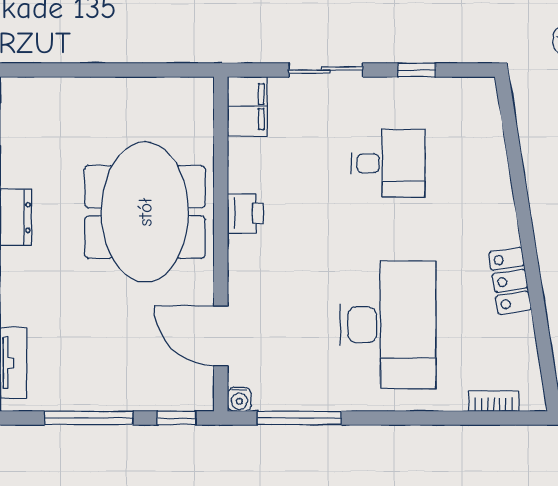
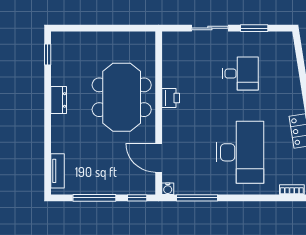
window: (417, 70) -> (254, 28), width x1.50
filing cabinet: (247, 106) -> (172, 46), removed

